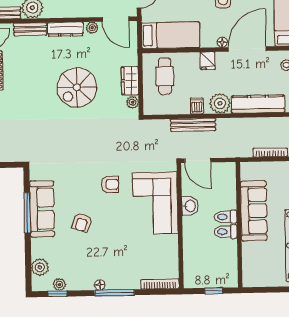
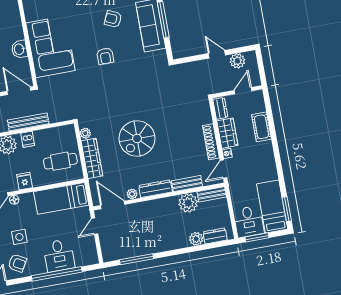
cafe table: (165, 76) -> (60, 161), turned 90
wardrobe: (130, 81) -> (92, 158), width x1.50
spiral stairs: (77, 87) -> (137, 138), turned 180
armchair: (110, 184) -> (105, 56), moved, turned -90
armchair: (82, 222) -> (113, 19), turned -85

